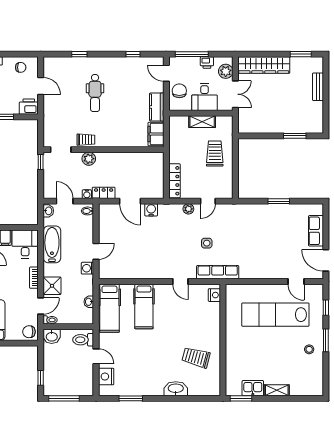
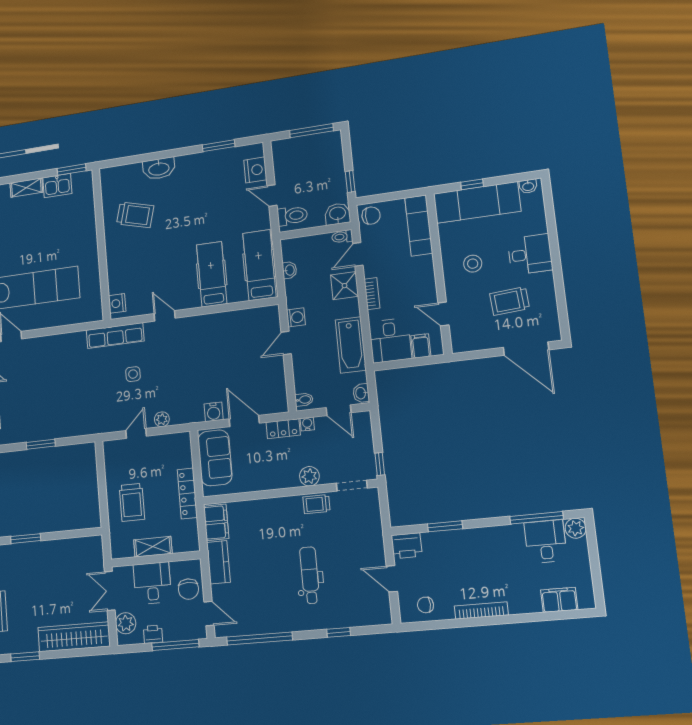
window: (133, 54) -> (259, 639), width x3.17
sofa: (153, 178) -> (215, 458), added
locker: (175, 181) -> (187, 493), moved
window: (41, 378) -> (350, 181), moved

